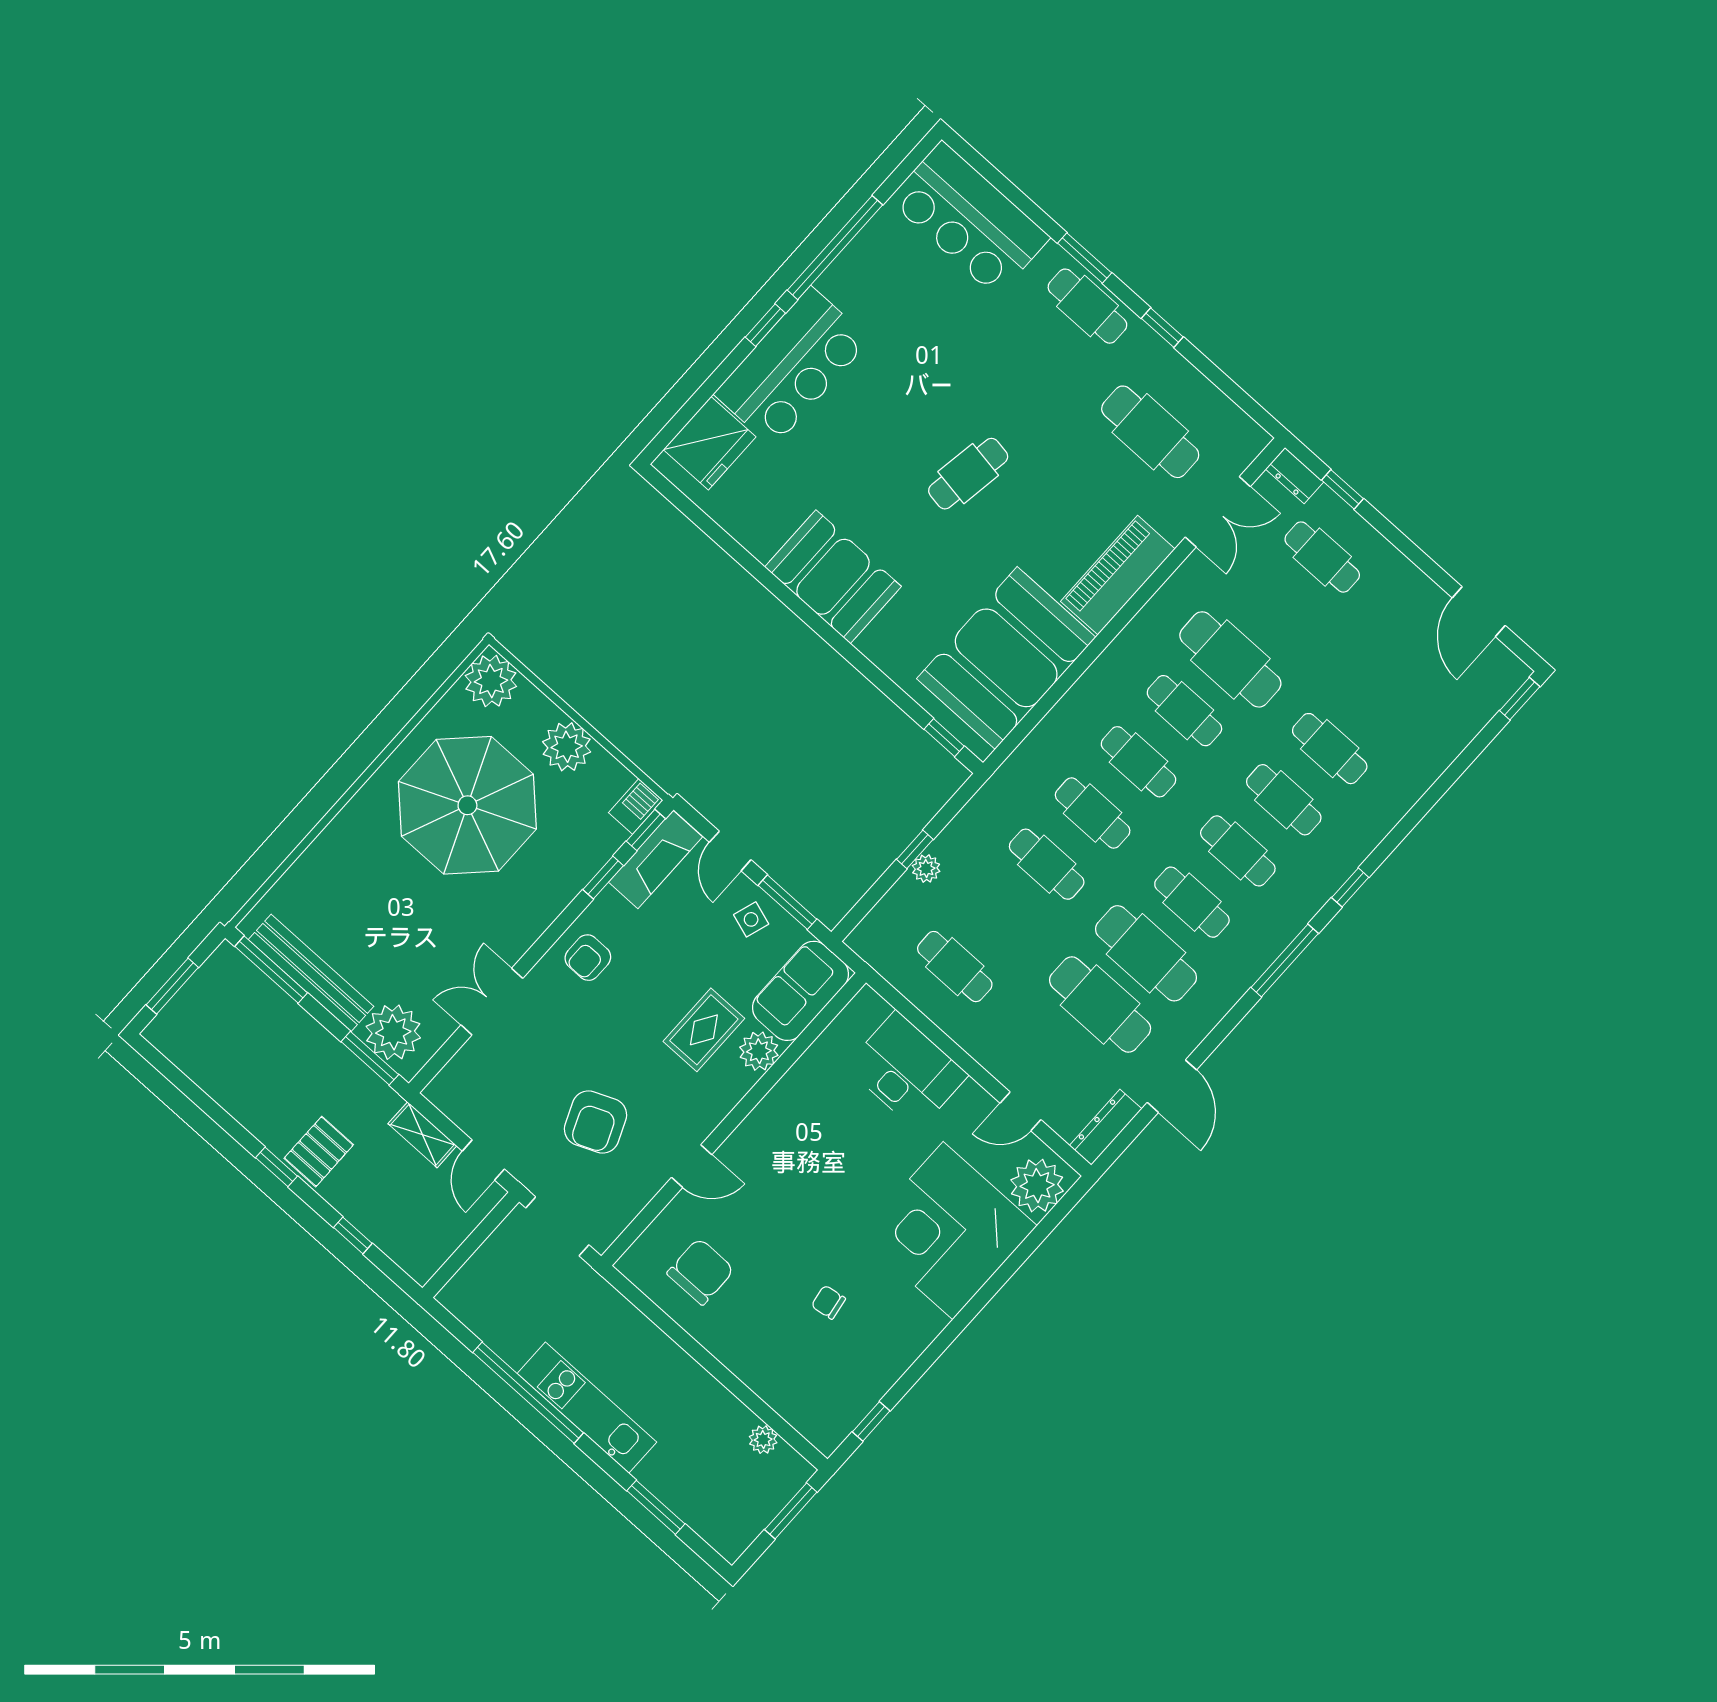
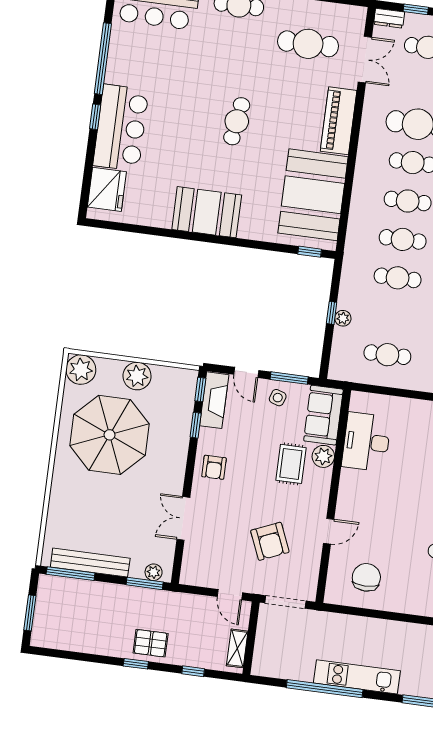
barbecue: (636, 806) -> (188, 382), removed
plant: (393, 1032) -> (154, 572), width x0.53, depth x0.53
desk: (907, 1071) -> (366, 442), moved, turned -90
shelving: (422, 1135) -> (237, 648), moved, turned 90
pallet: (319, 1152) -> (151, 643), turned 90

